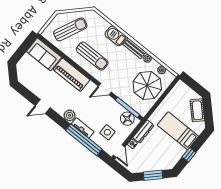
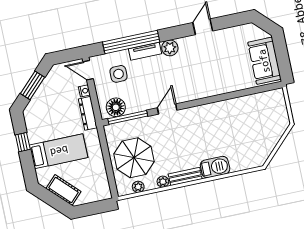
sun lounger: (70, 29) -> (262, 124), removed
sofa: (44, 54) -> (264, 61), moved, turned -90
sun lounger: (92, 56) -> (214, 124), removed
piano: (71, 75) -> (212, 86), removed

